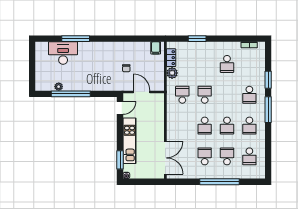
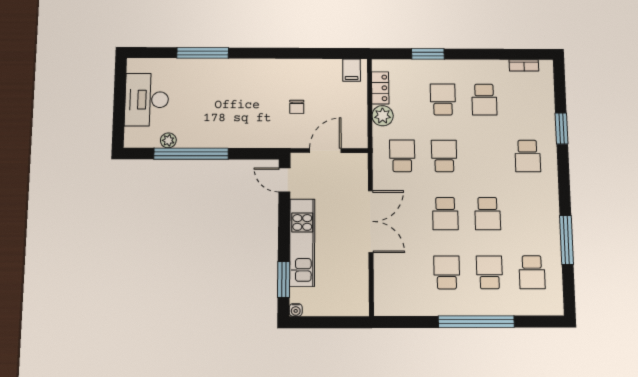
desk: (63, 53) -> (147, 100), moved, turned -90
door: (142, 92) -> (325, 151), hinge flipped
door: (120, 108) -> (284, 180), swing flipped
window: (268, 110) -> (566, 240), moved
school desk: (249, 126) -> (443, 99), moved, turned 180
double door: (165, 158) -> (371, 221), moved

